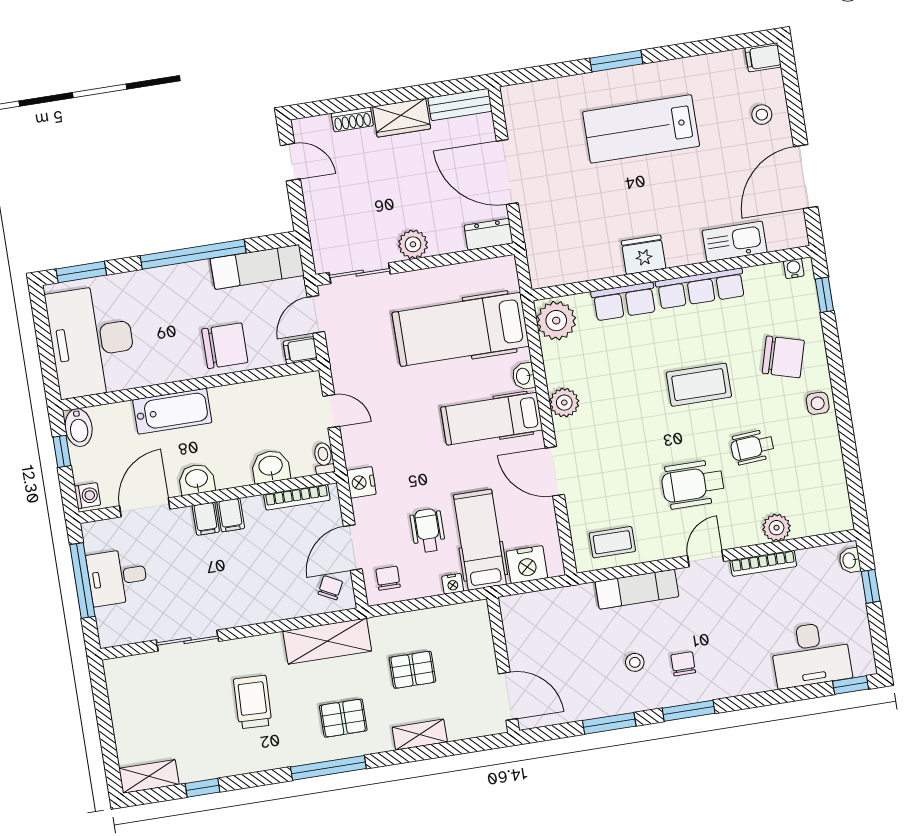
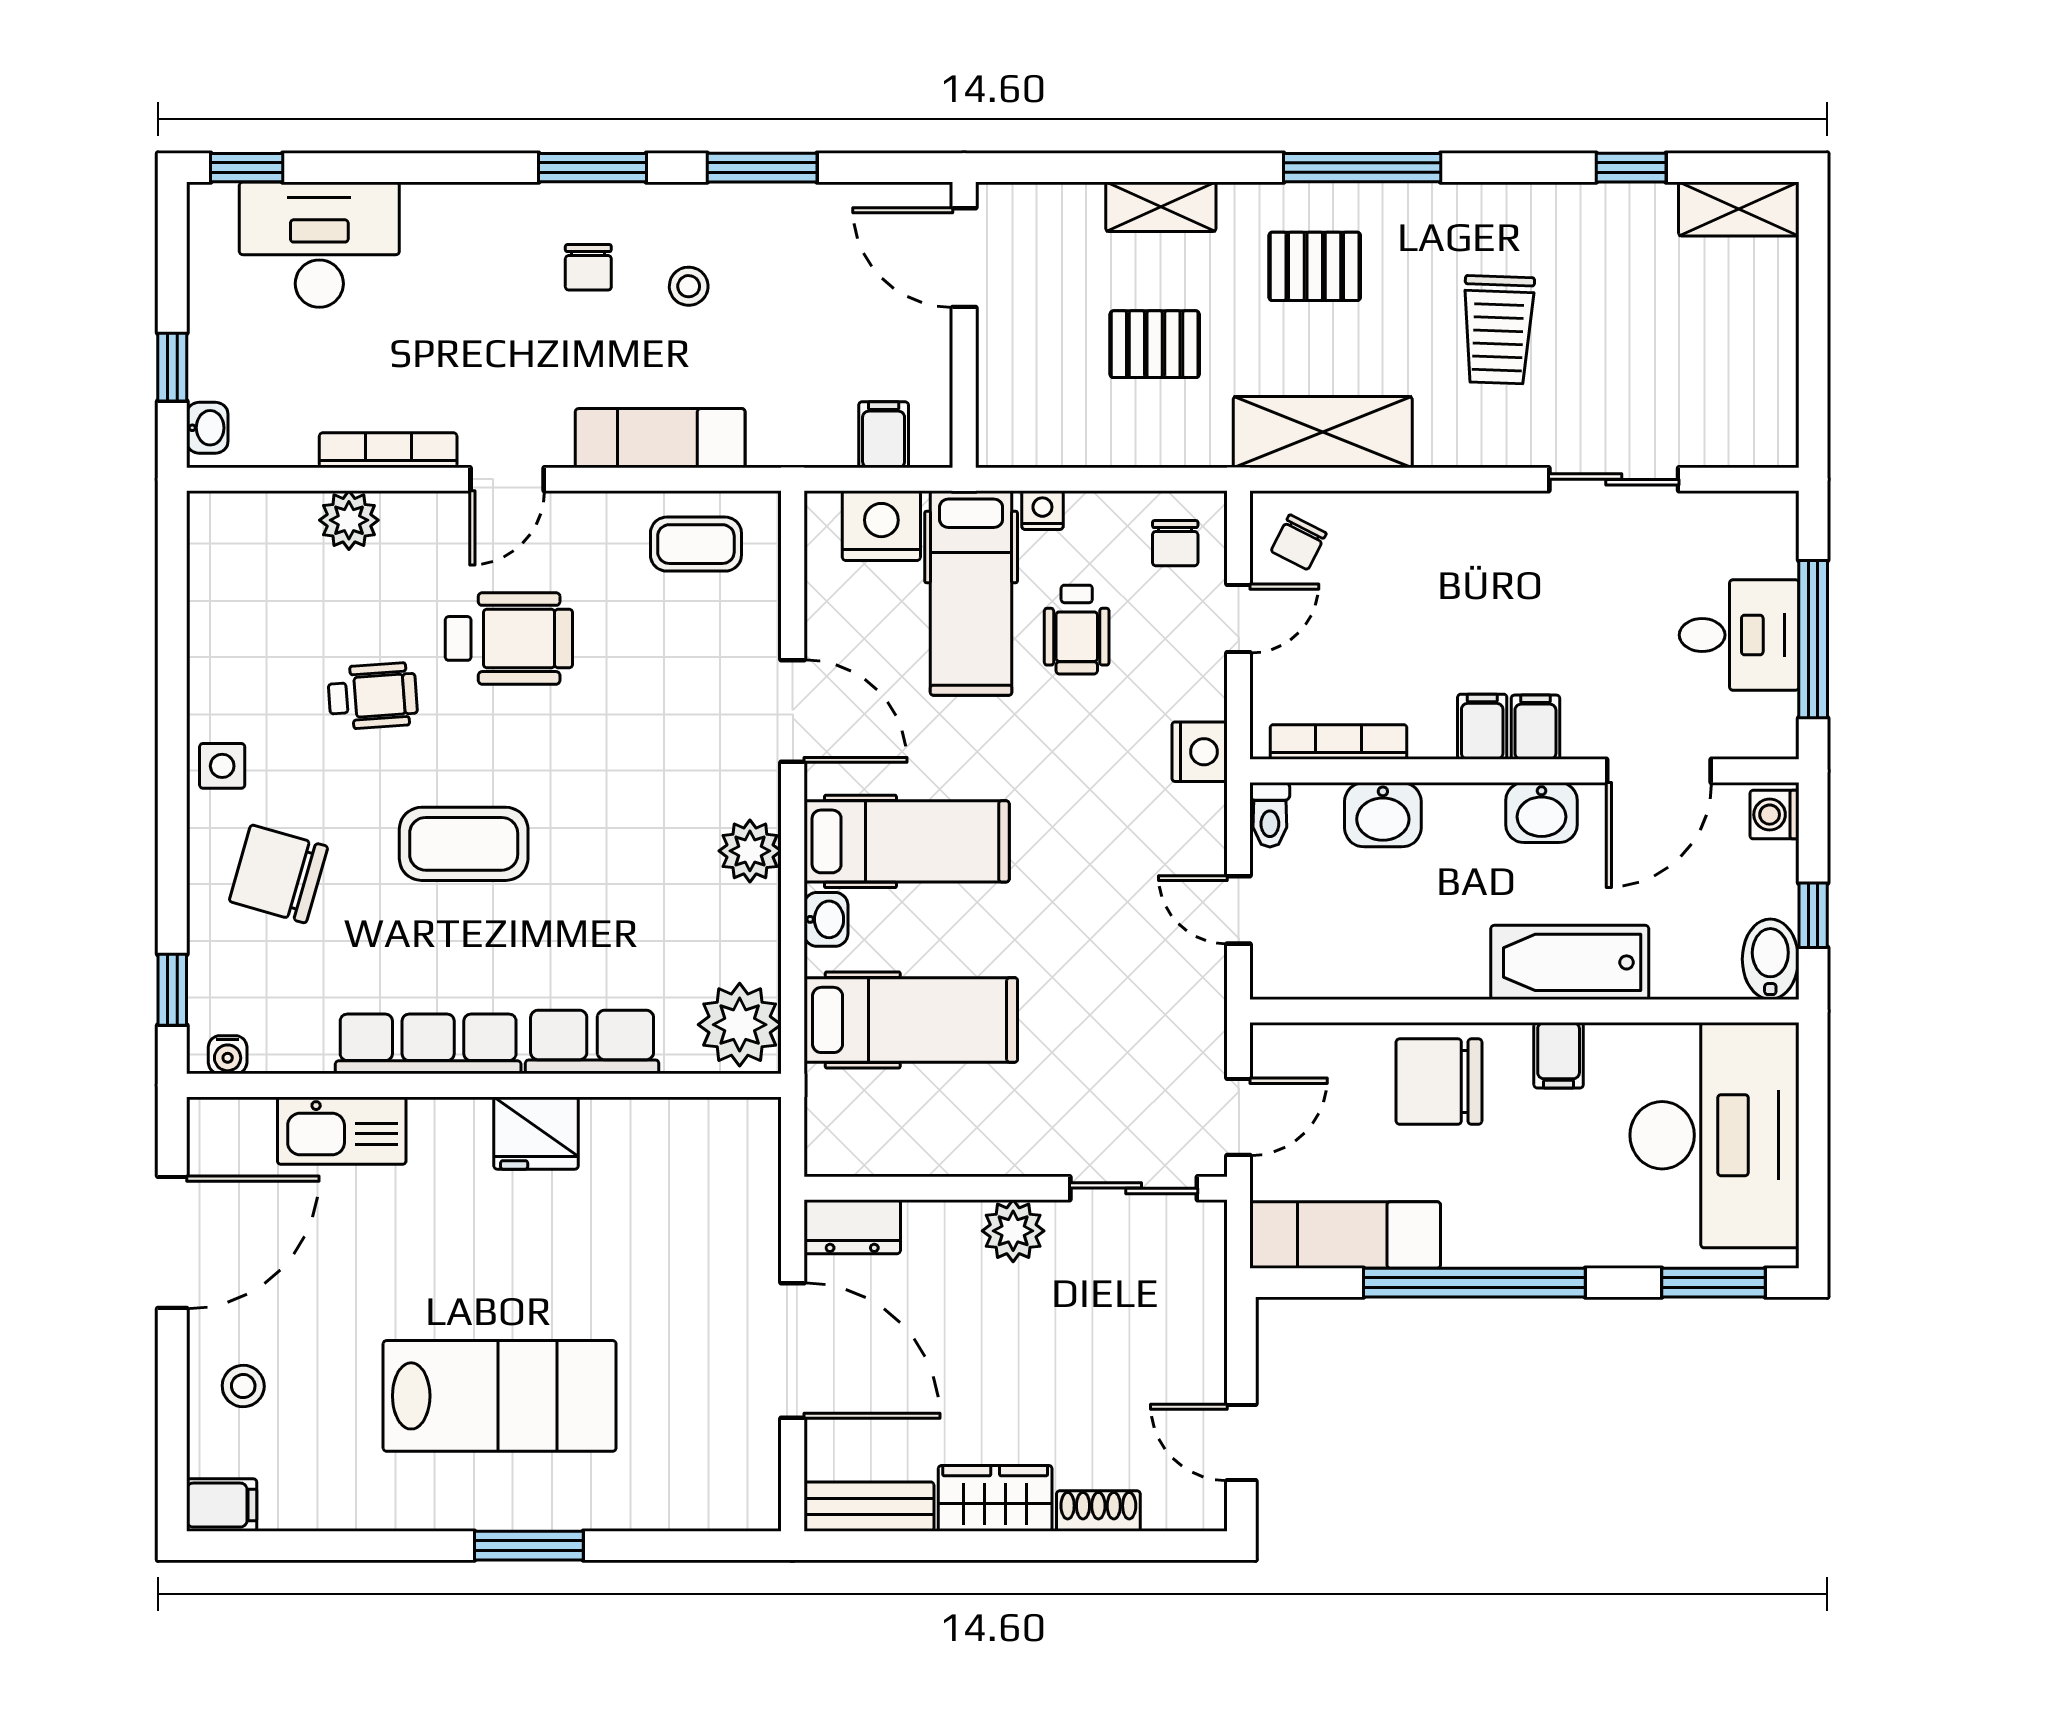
hospital bed: (461, 329) -> (911, 1020), width x0.73, depth x0.78
filing cabinet: (300, 350) -> (1559, 1055), moved, turned 90
door: (353, 548) -> (1239, 618), width x0.73
filing cabinet: (533, 607) -> (884, 435), added

